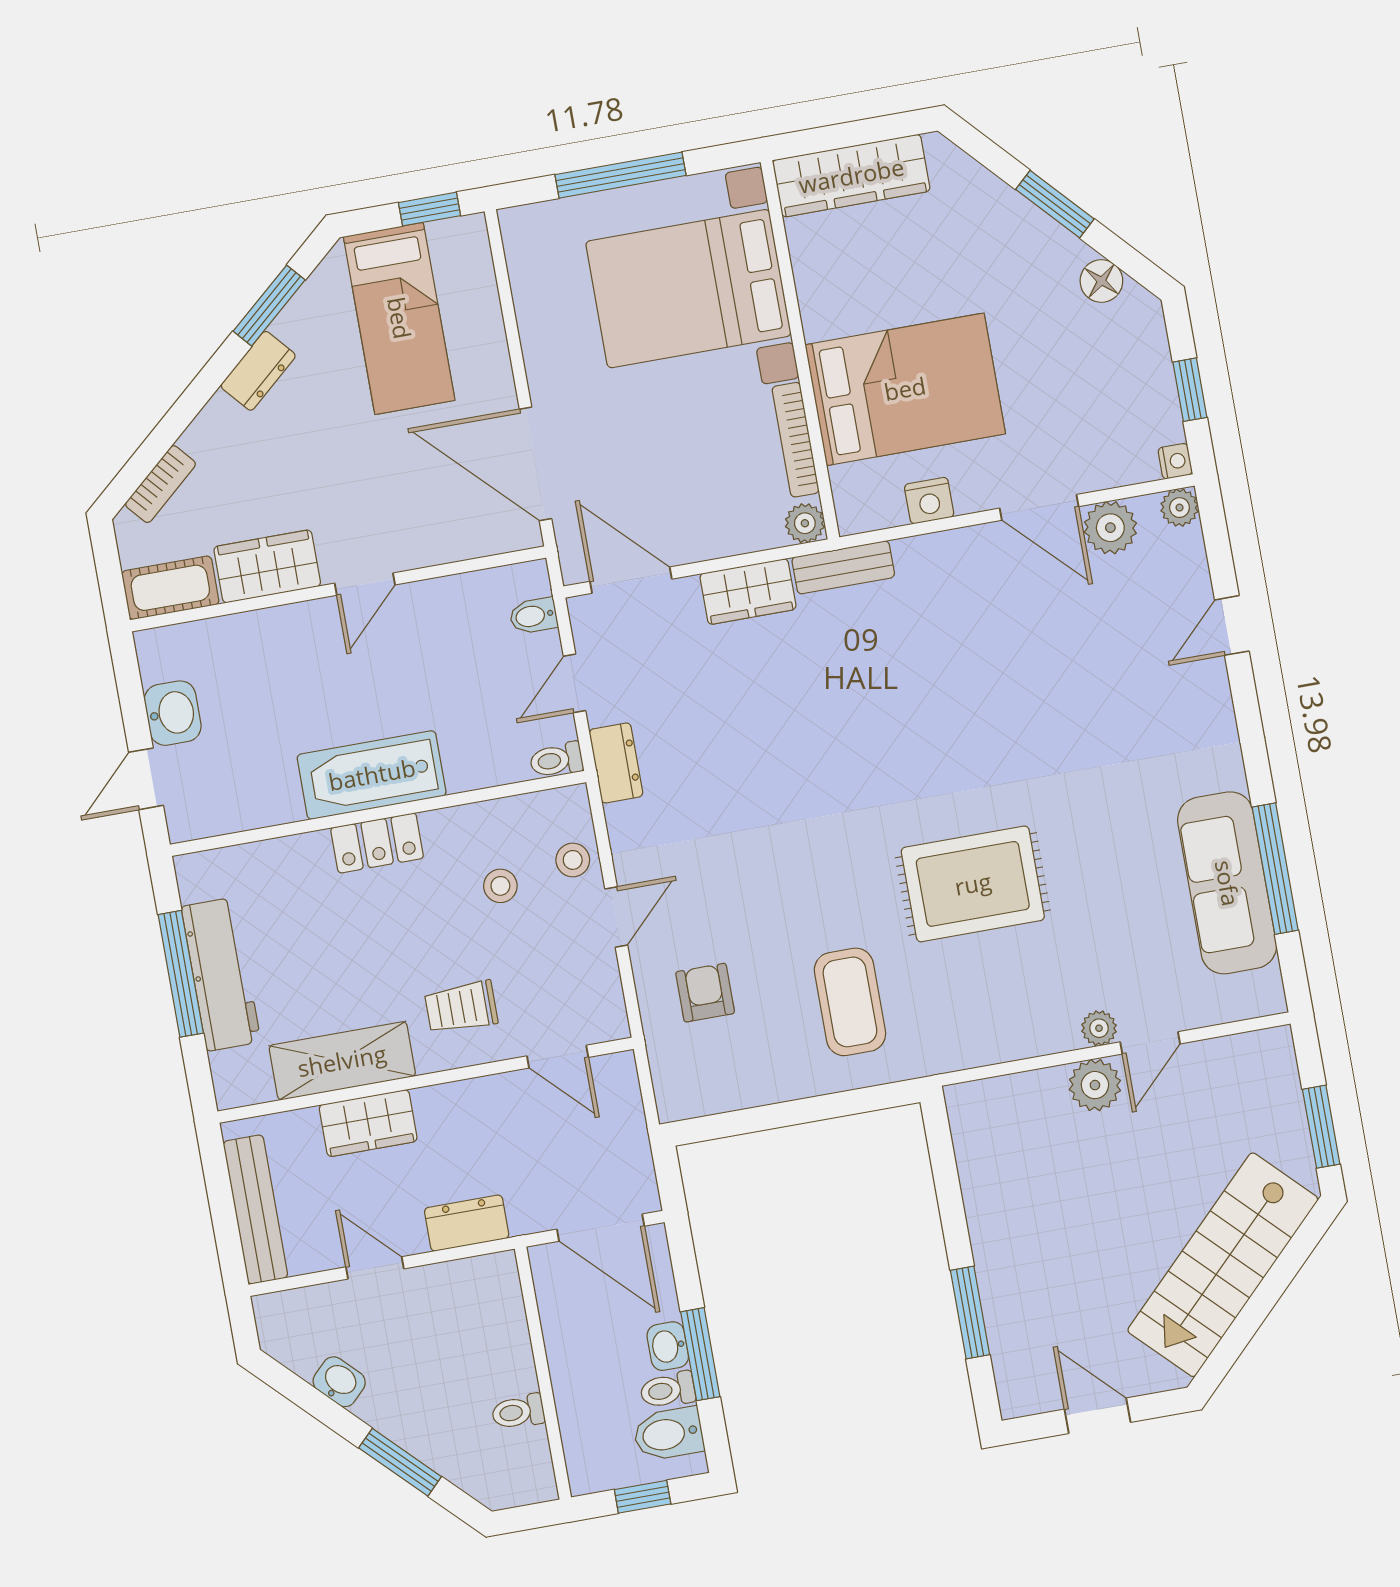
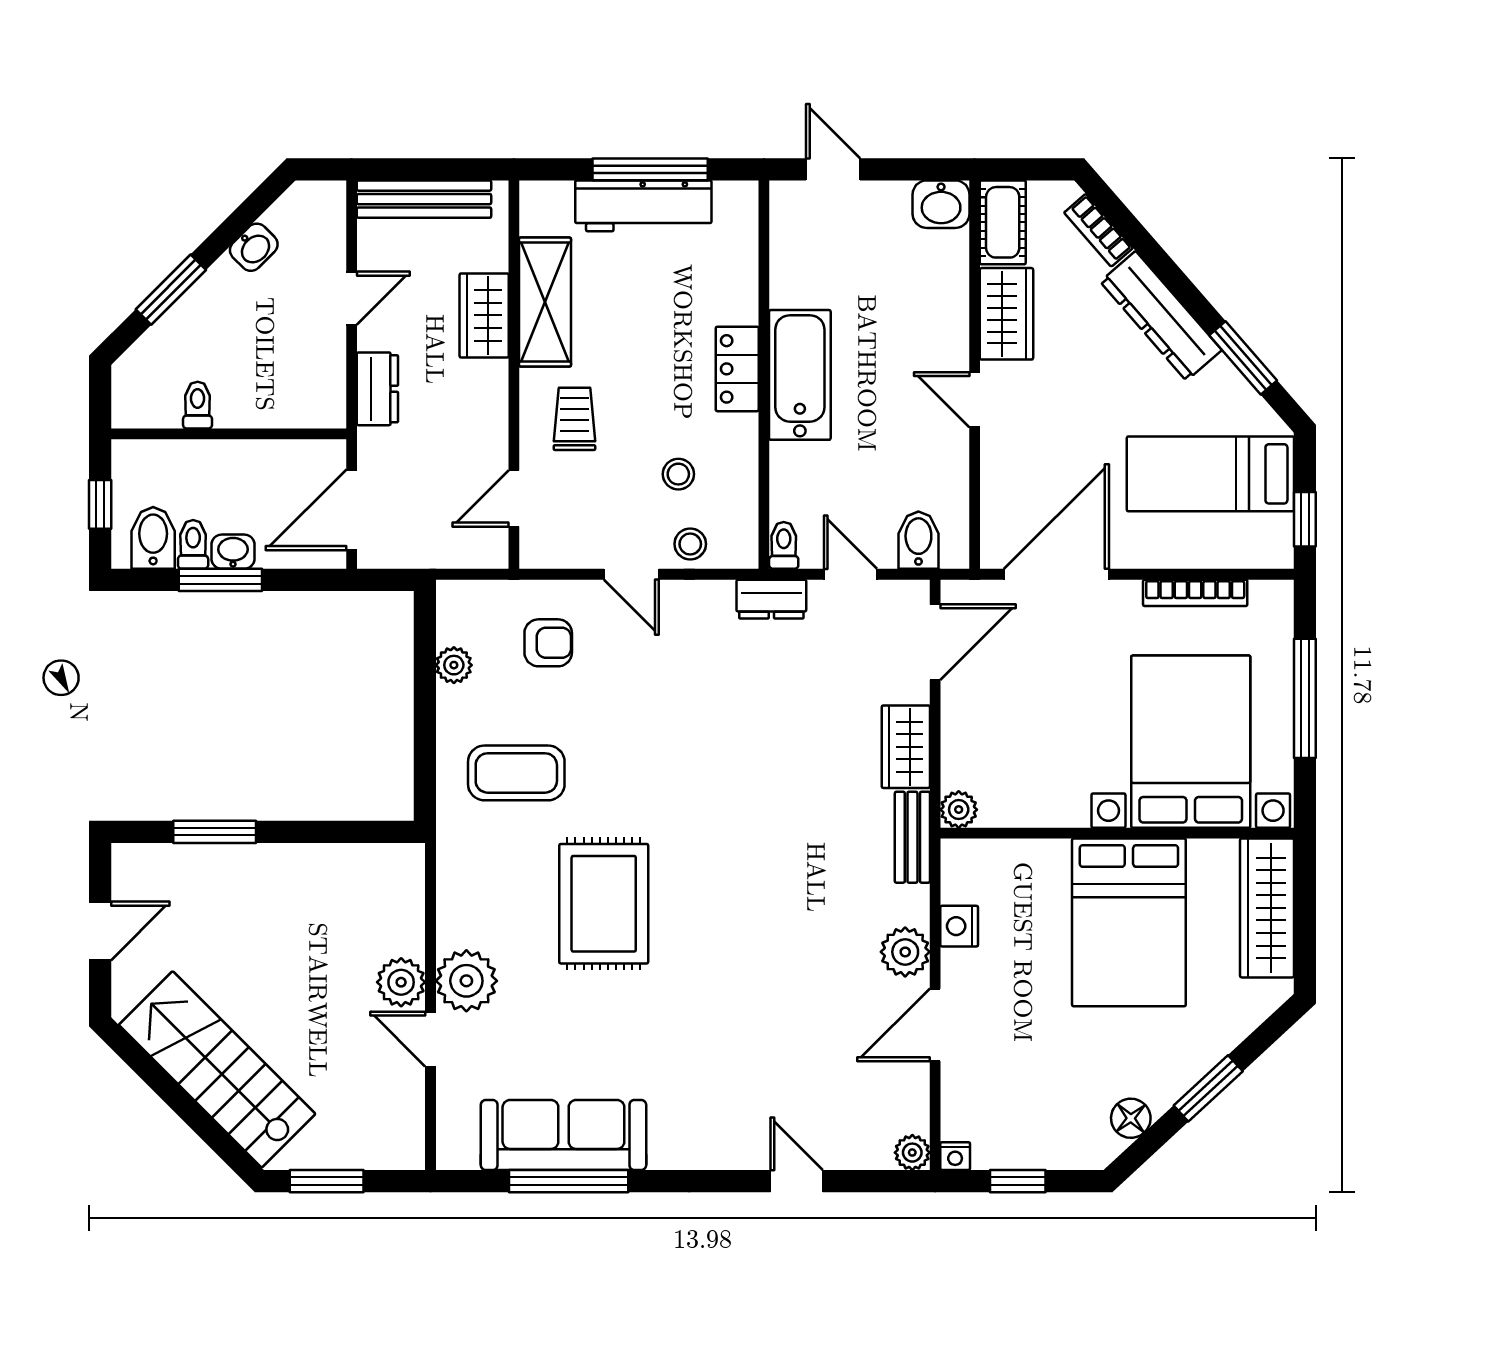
dresser: (258, 371) -> (1161, 316), width x1.96, depth x1.24
bed: (905, 389) -> (1129, 922), moved
bookcase: (796, 440) -> (1195, 593), moved, turned 180
plant: (1110, 528) -> (905, 952), moved
bidet: (533, 616) -> (918, 540), width x1.38, depth x1.36
washbasin: (173, 713) -> (941, 204), moved
plant: (1099, 1028) -> (466, 981), width x1.88, depth x1.88
plant: (747, 1089) -> (454, 665), added

